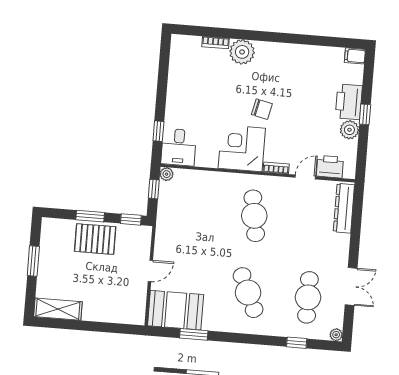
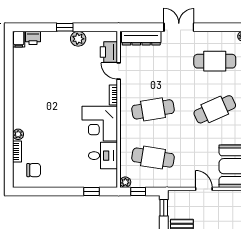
plant: (242, 52) -> (18, 134), width x0.53, depth x0.53
printer: (349, 102) -> (33, 38), moved, width x0.53, depth x0.68
chair: (262, 109) -> (34, 170), moved, turned 77
desk: (179, 147) -> (103, 156), moved
cafe table: (194, 211) -> (153, 158), added
double door: (351, 286) -> (179, 27), moved

